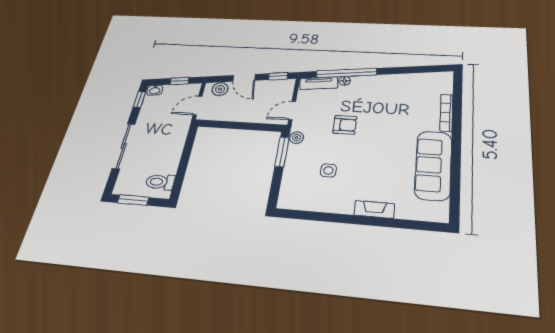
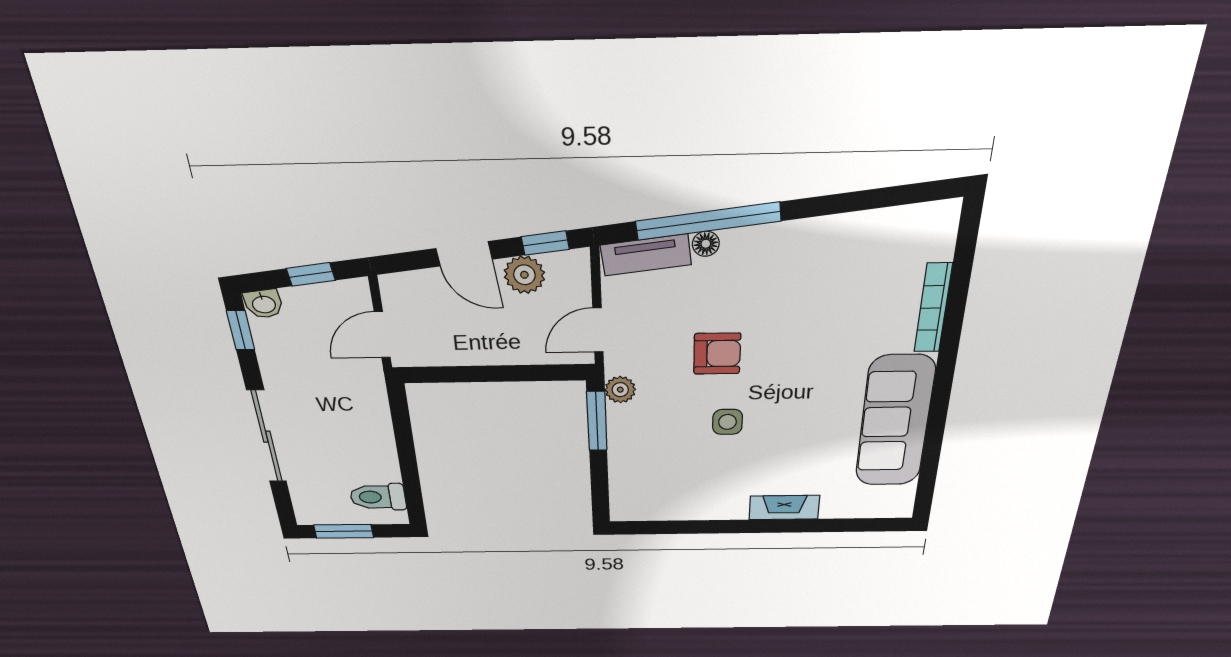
plant: (220, 89) -> (524, 275), moved
side table: (328, 170) -> (727, 422), moved

